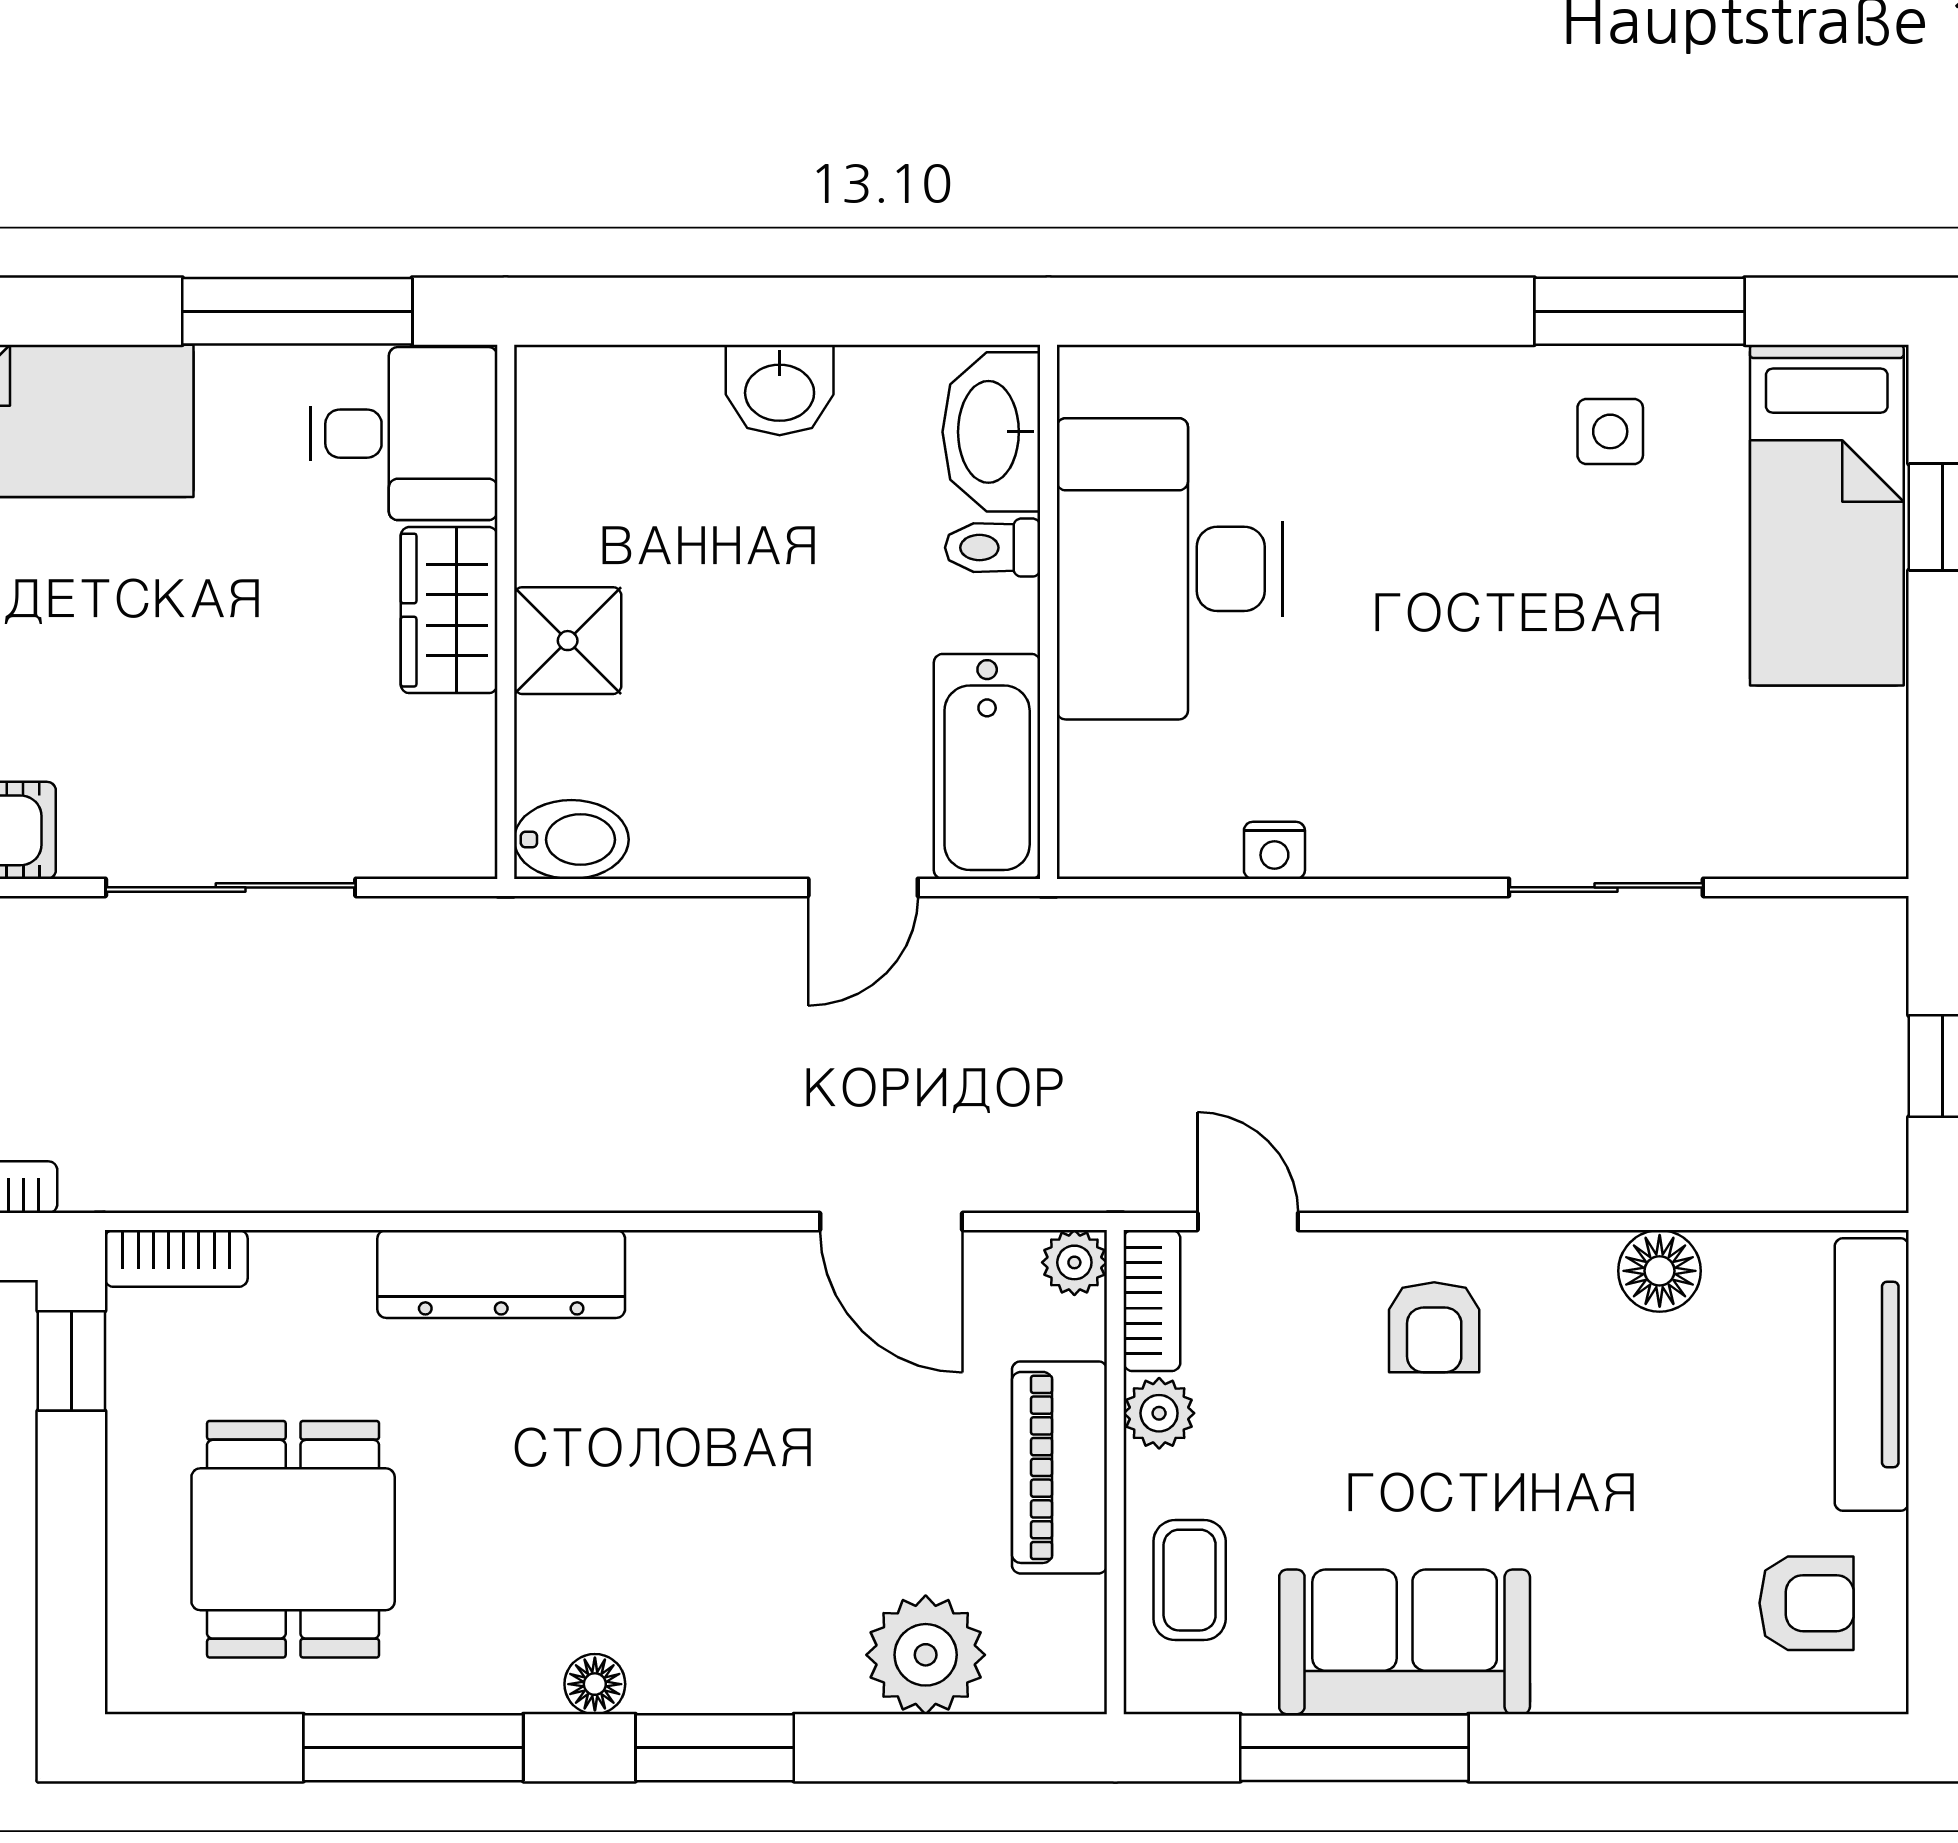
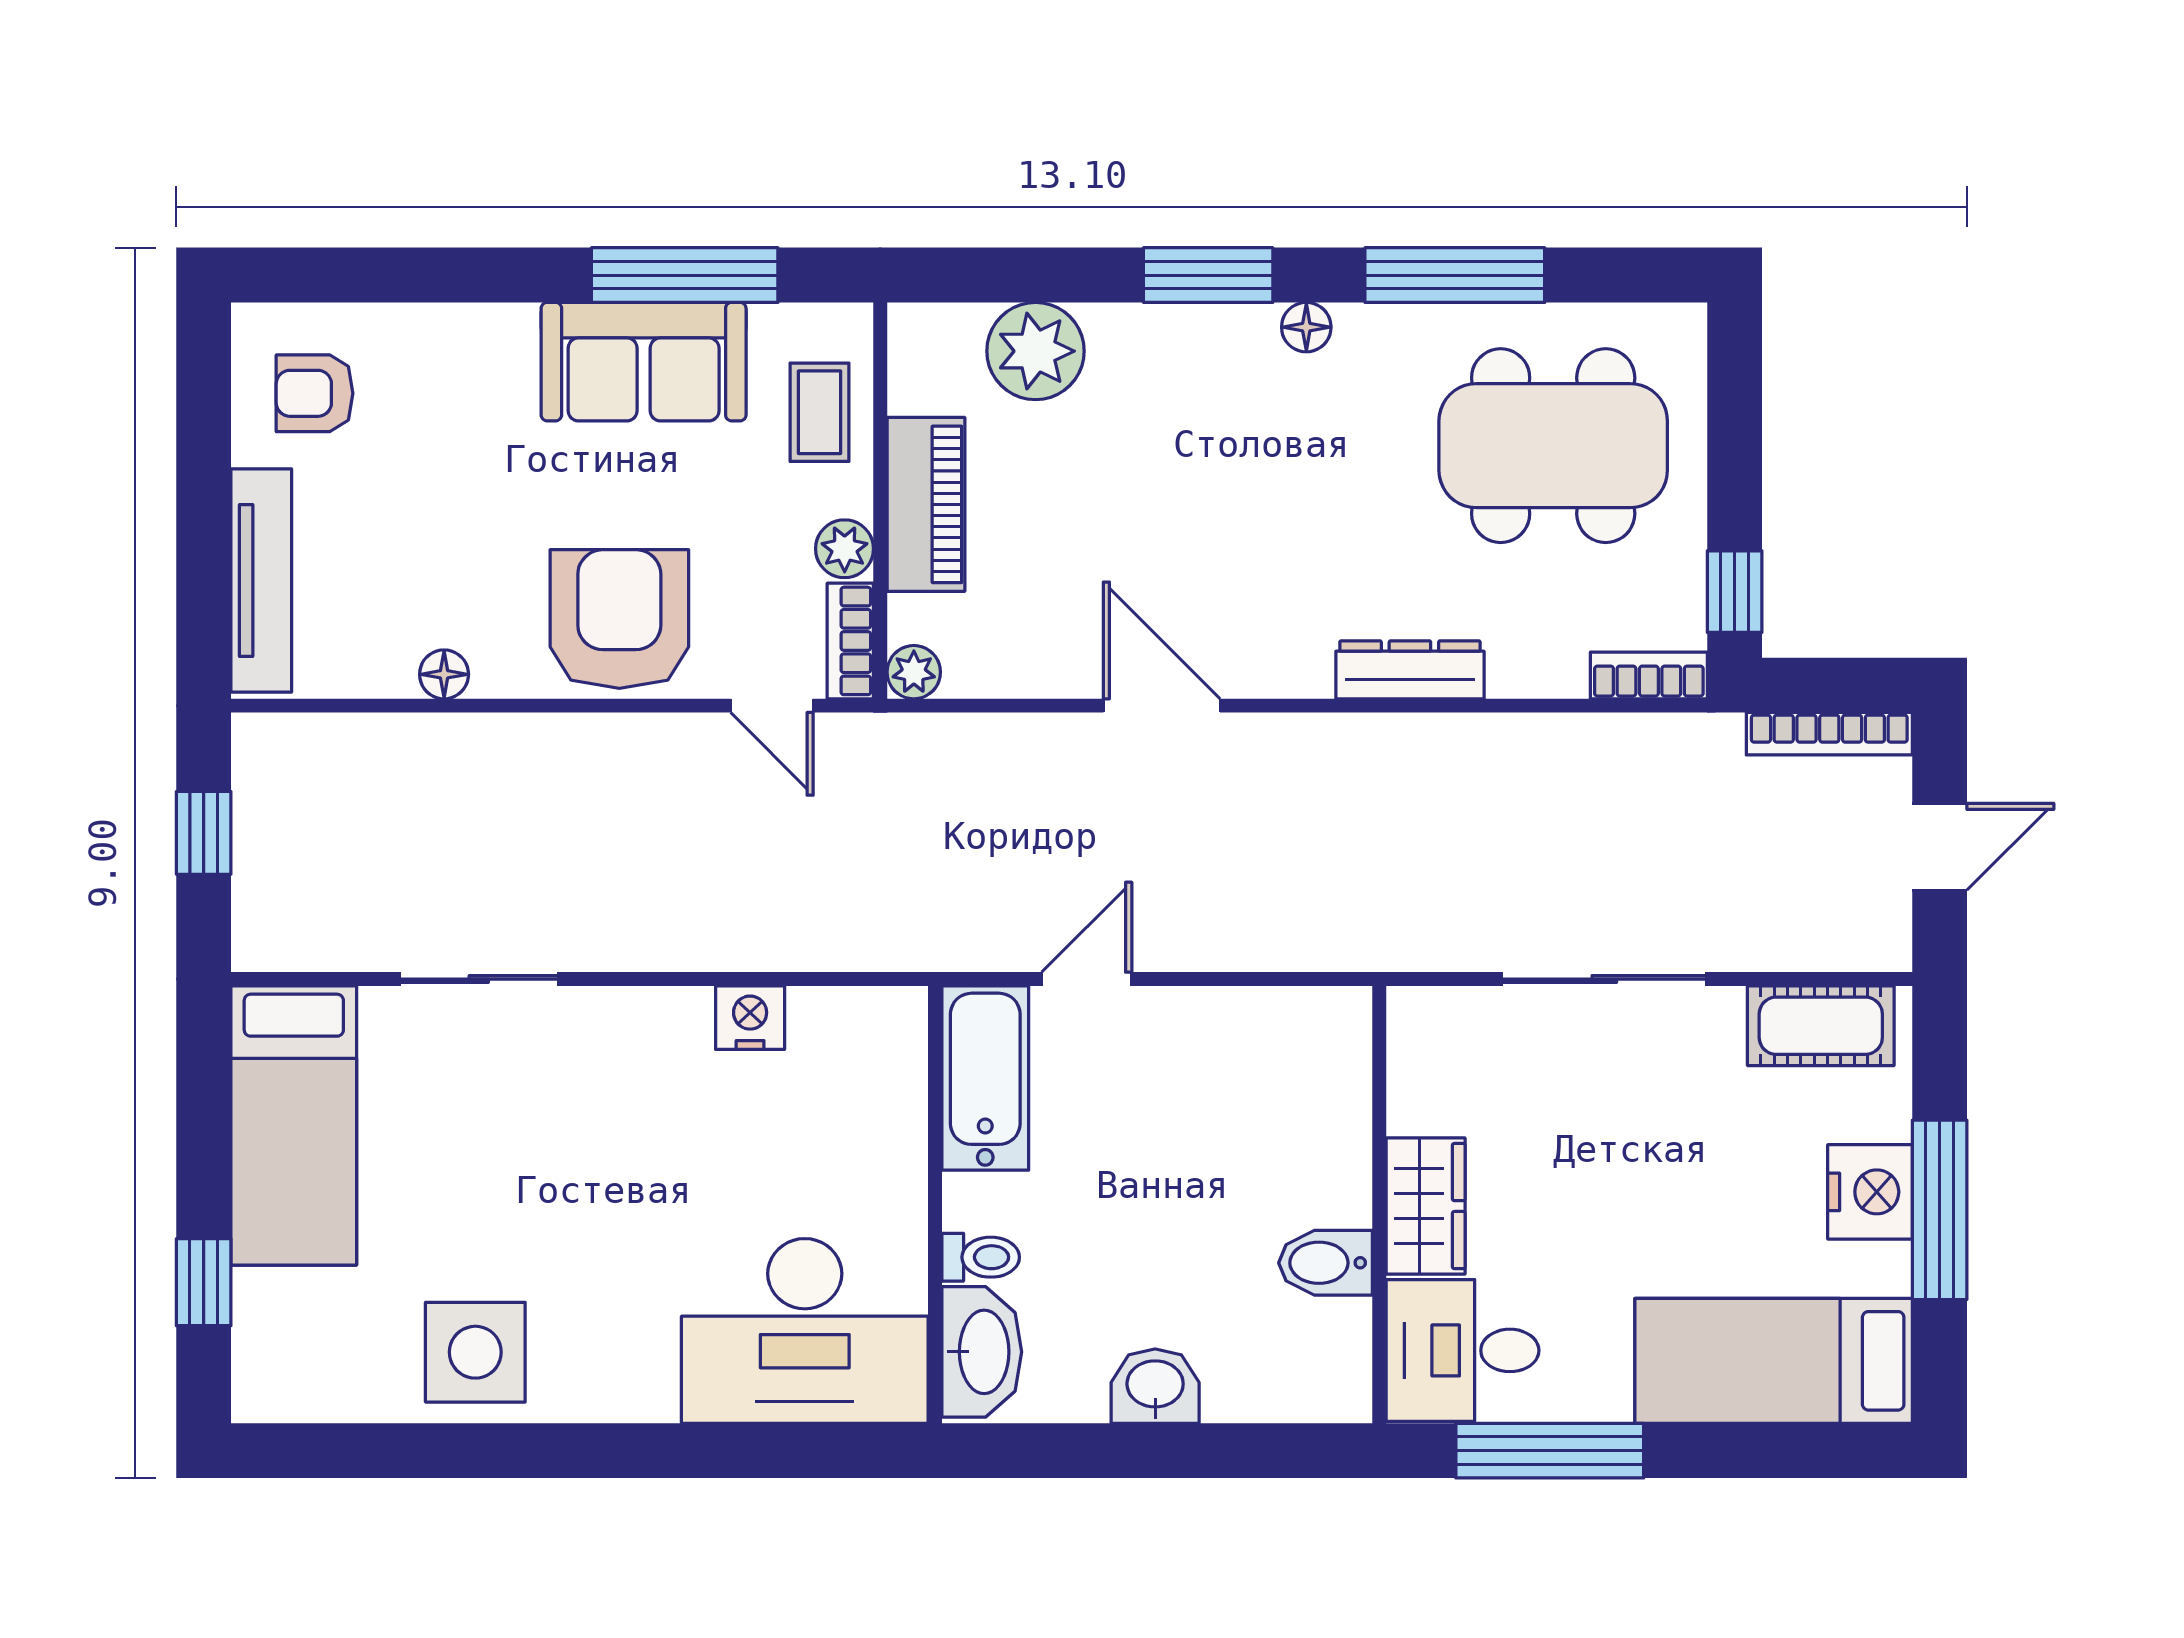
window: (1640, 311) -> (451, 1451), removed
side table: (1610, 431) -> (475, 1352), width x1.87, depth x1.87
bed: (1827, 515) -> (294, 1125), moved, turned 180
desk: (1170, 569) -> (805, 1331), moved, turned 90
shower: (568, 641) -> (1329, 1181), removed
bidet: (571, 840) -> (1326, 1263), moved
nightstand: (1274, 850) -> (750, 1018), width x1.39, depth x1.35
door: (891, 1222) -> (1162, 706), moved
floor lamp: (1660, 1271) -> (444, 674), width x0.73, depth x0.73
dresser: (501, 1274) -> (1410, 670), width x0.73, depth x0.80
armchair: (1434, 1327) -> (619, 619), width x1.88, depth x1.88
dining table: (293, 1539) -> (1553, 446), width x1.38

